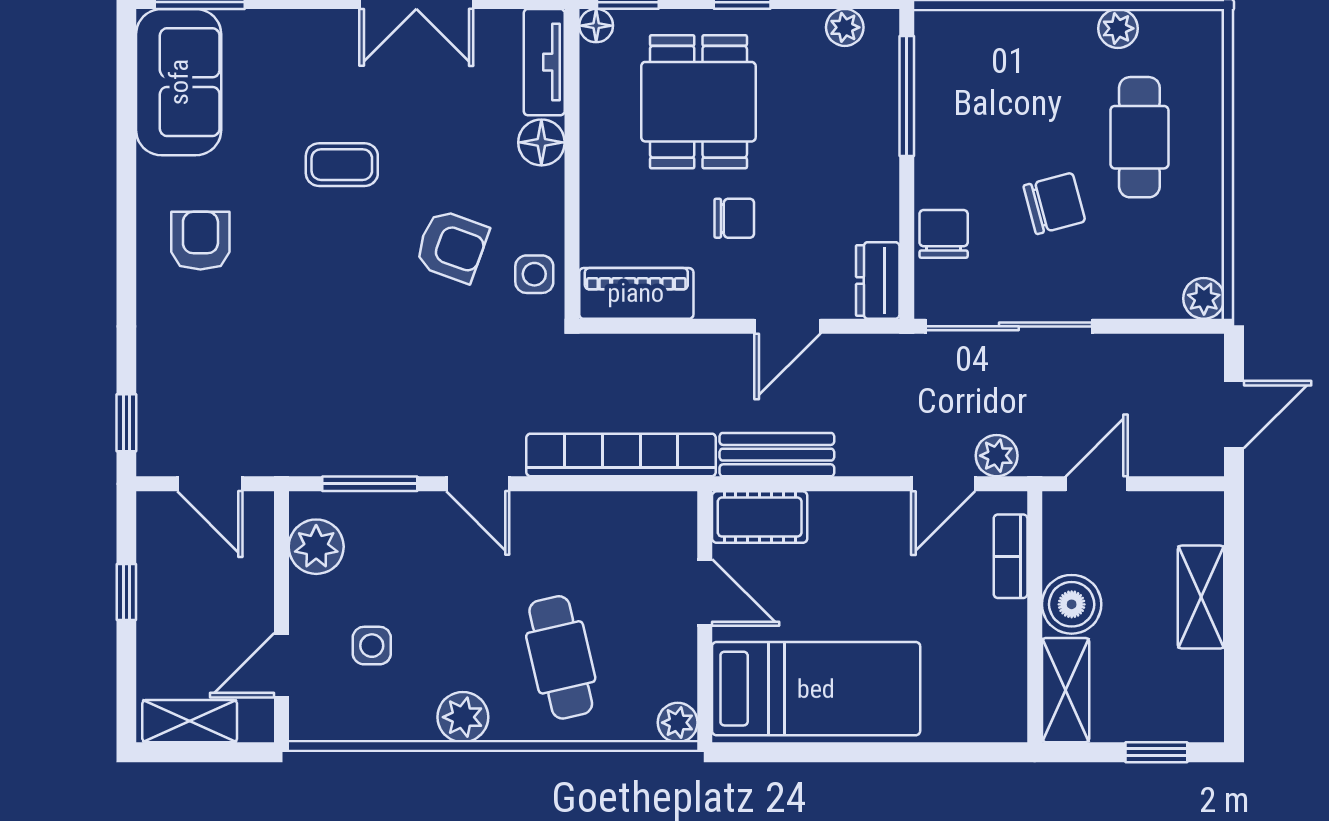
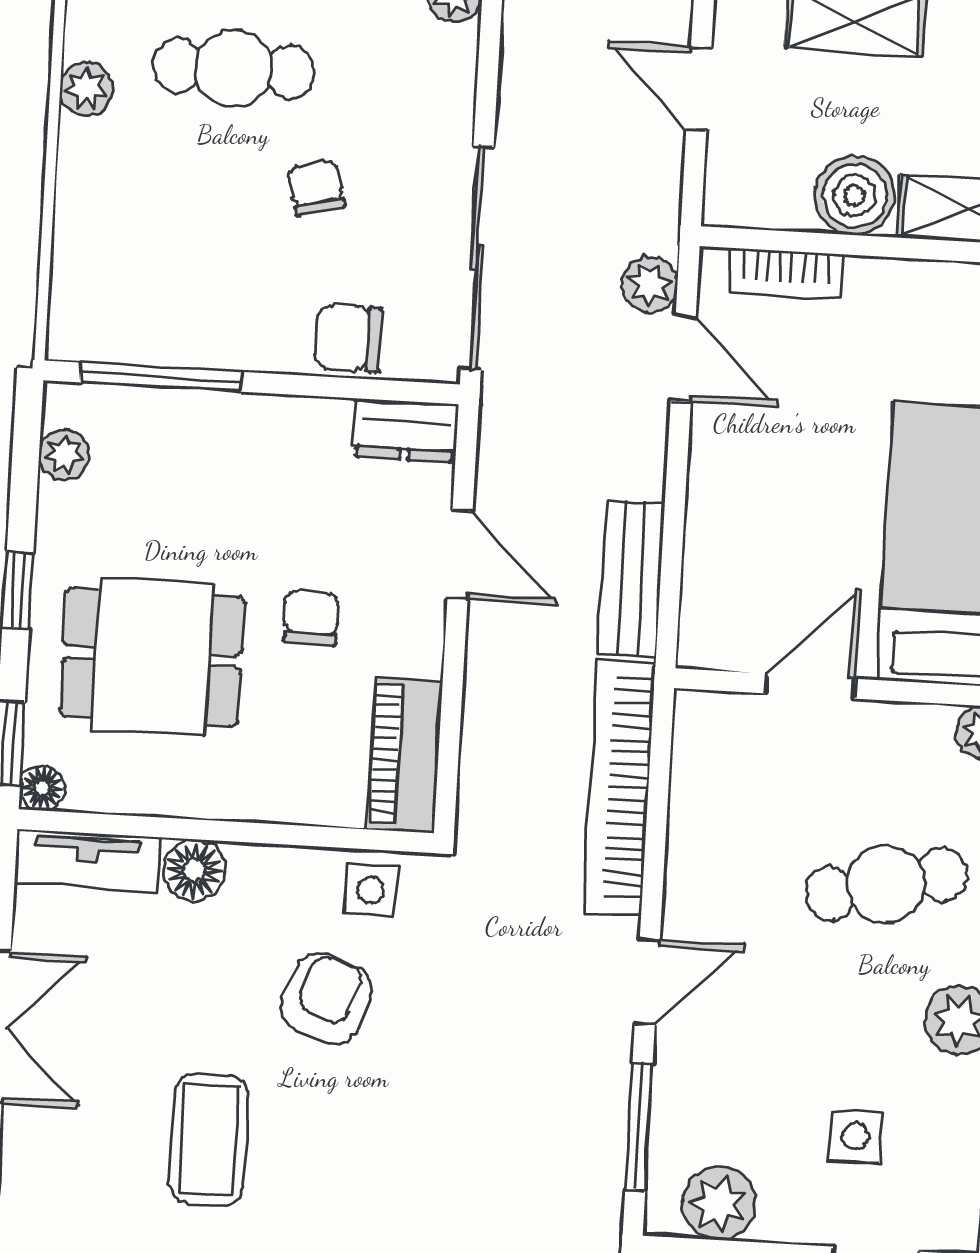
coffee table: (342, 165) -> (209, 1139), width x1.36, depth x1.30
chair: (1054, 203) -> (316, 188), width x0.73, depth x0.73
door: (1097, 484) -> (699, 89), moved
cot: (760, 517) -> (713, 607), removed

